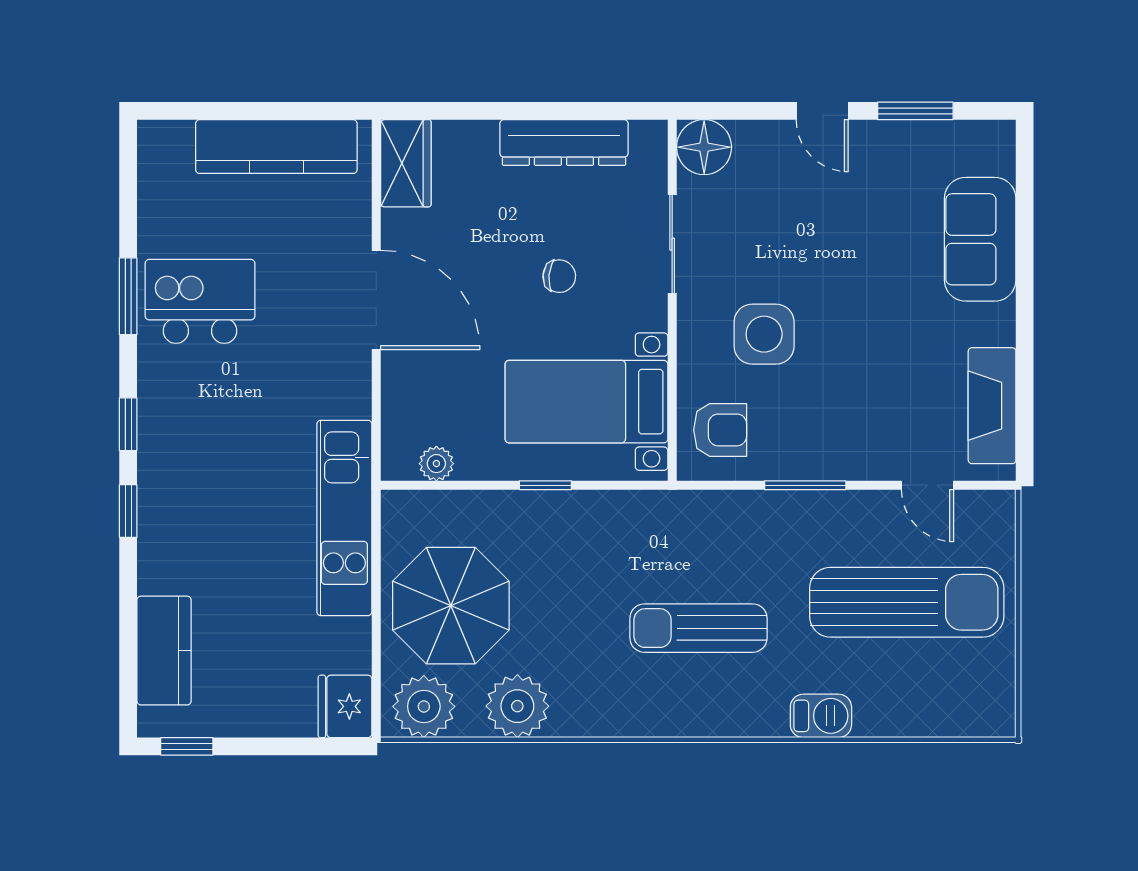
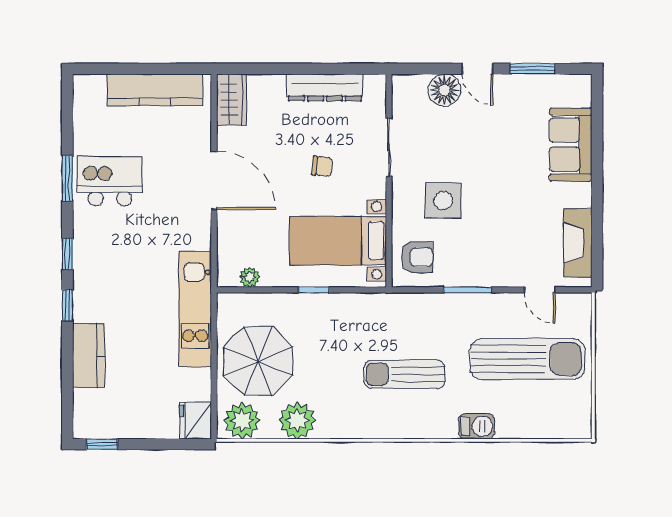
floor lamp: (704, 147) -> (444, 90), moved
kitchen counter: (164, 651) -> (89, 355), moved

